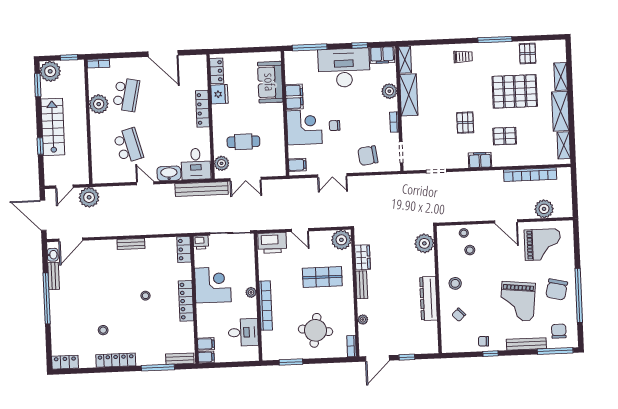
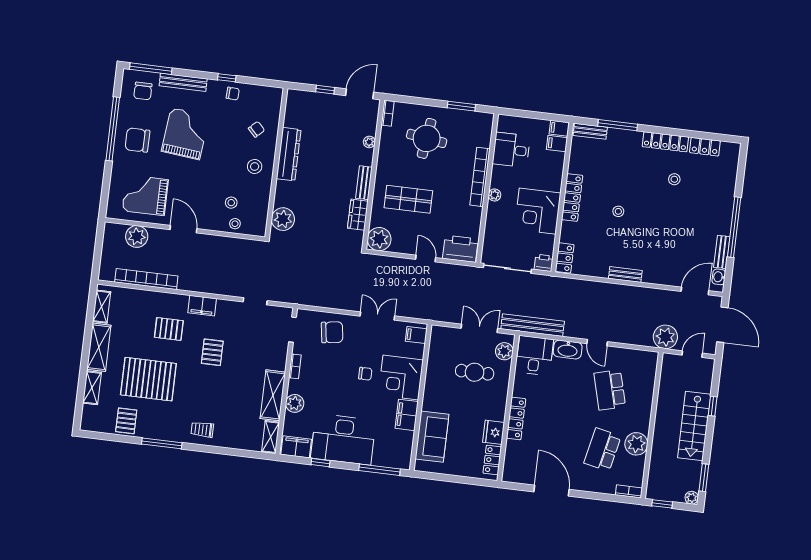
plant: (50, 71) -> (692, 498), width x0.53, depth x0.53
chair: (557, 289) -> (137, 140), turned -103
locker: (65, 362) -> (705, 147), moved

